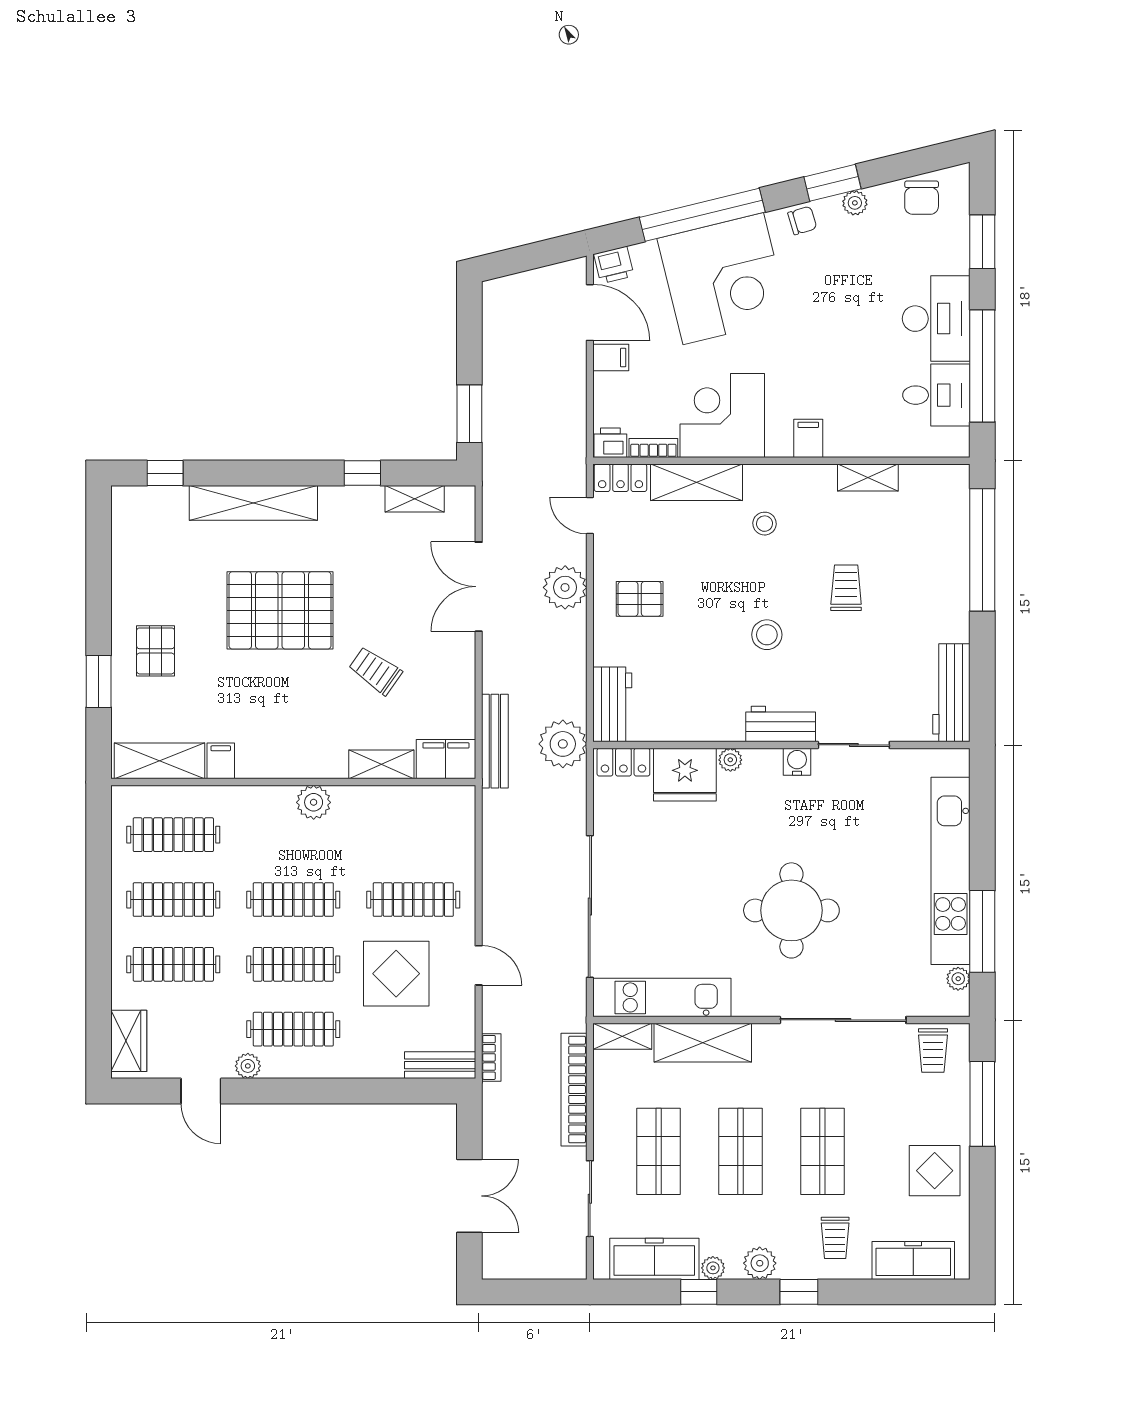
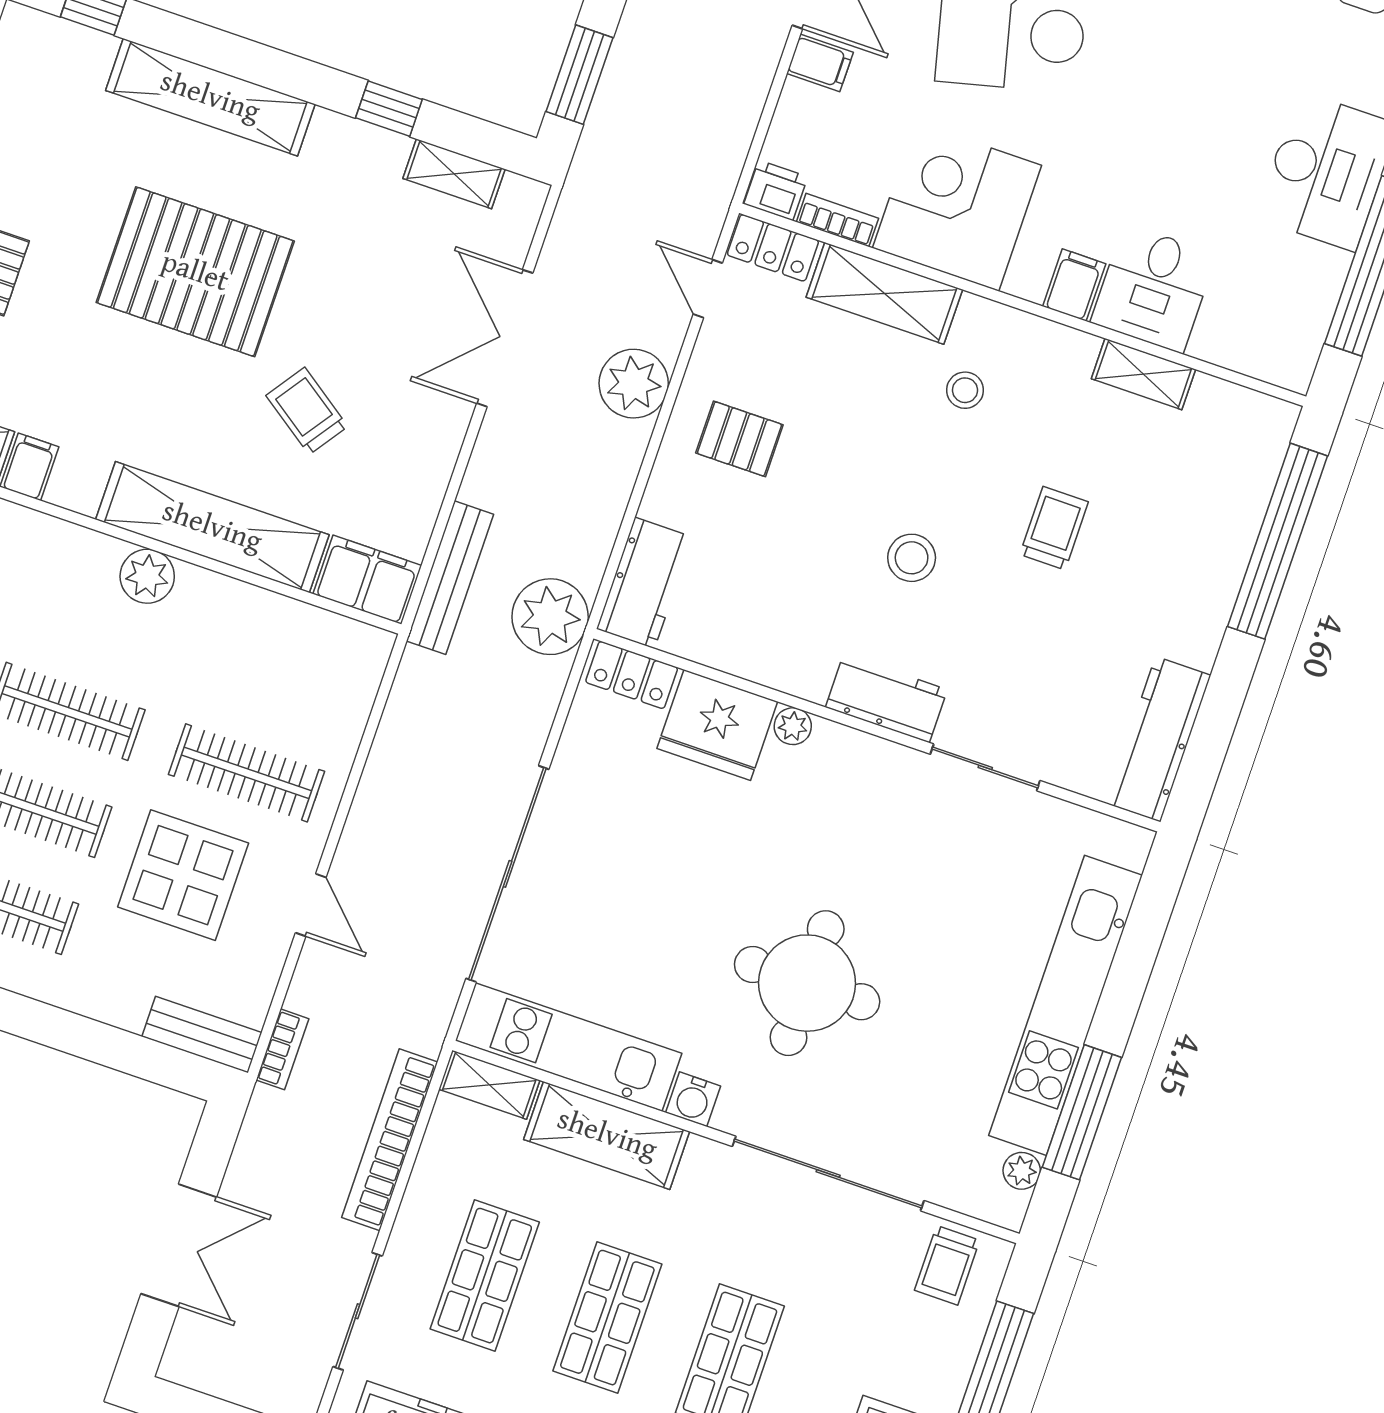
desk: (936, 395) -> (1153, 288), moved, turned 90
water cooler: (797, 762) -> (693, 1099), moved, turned 180
shelving: (381, 764) -> (212, 527), width x2.20, depth x1.33

